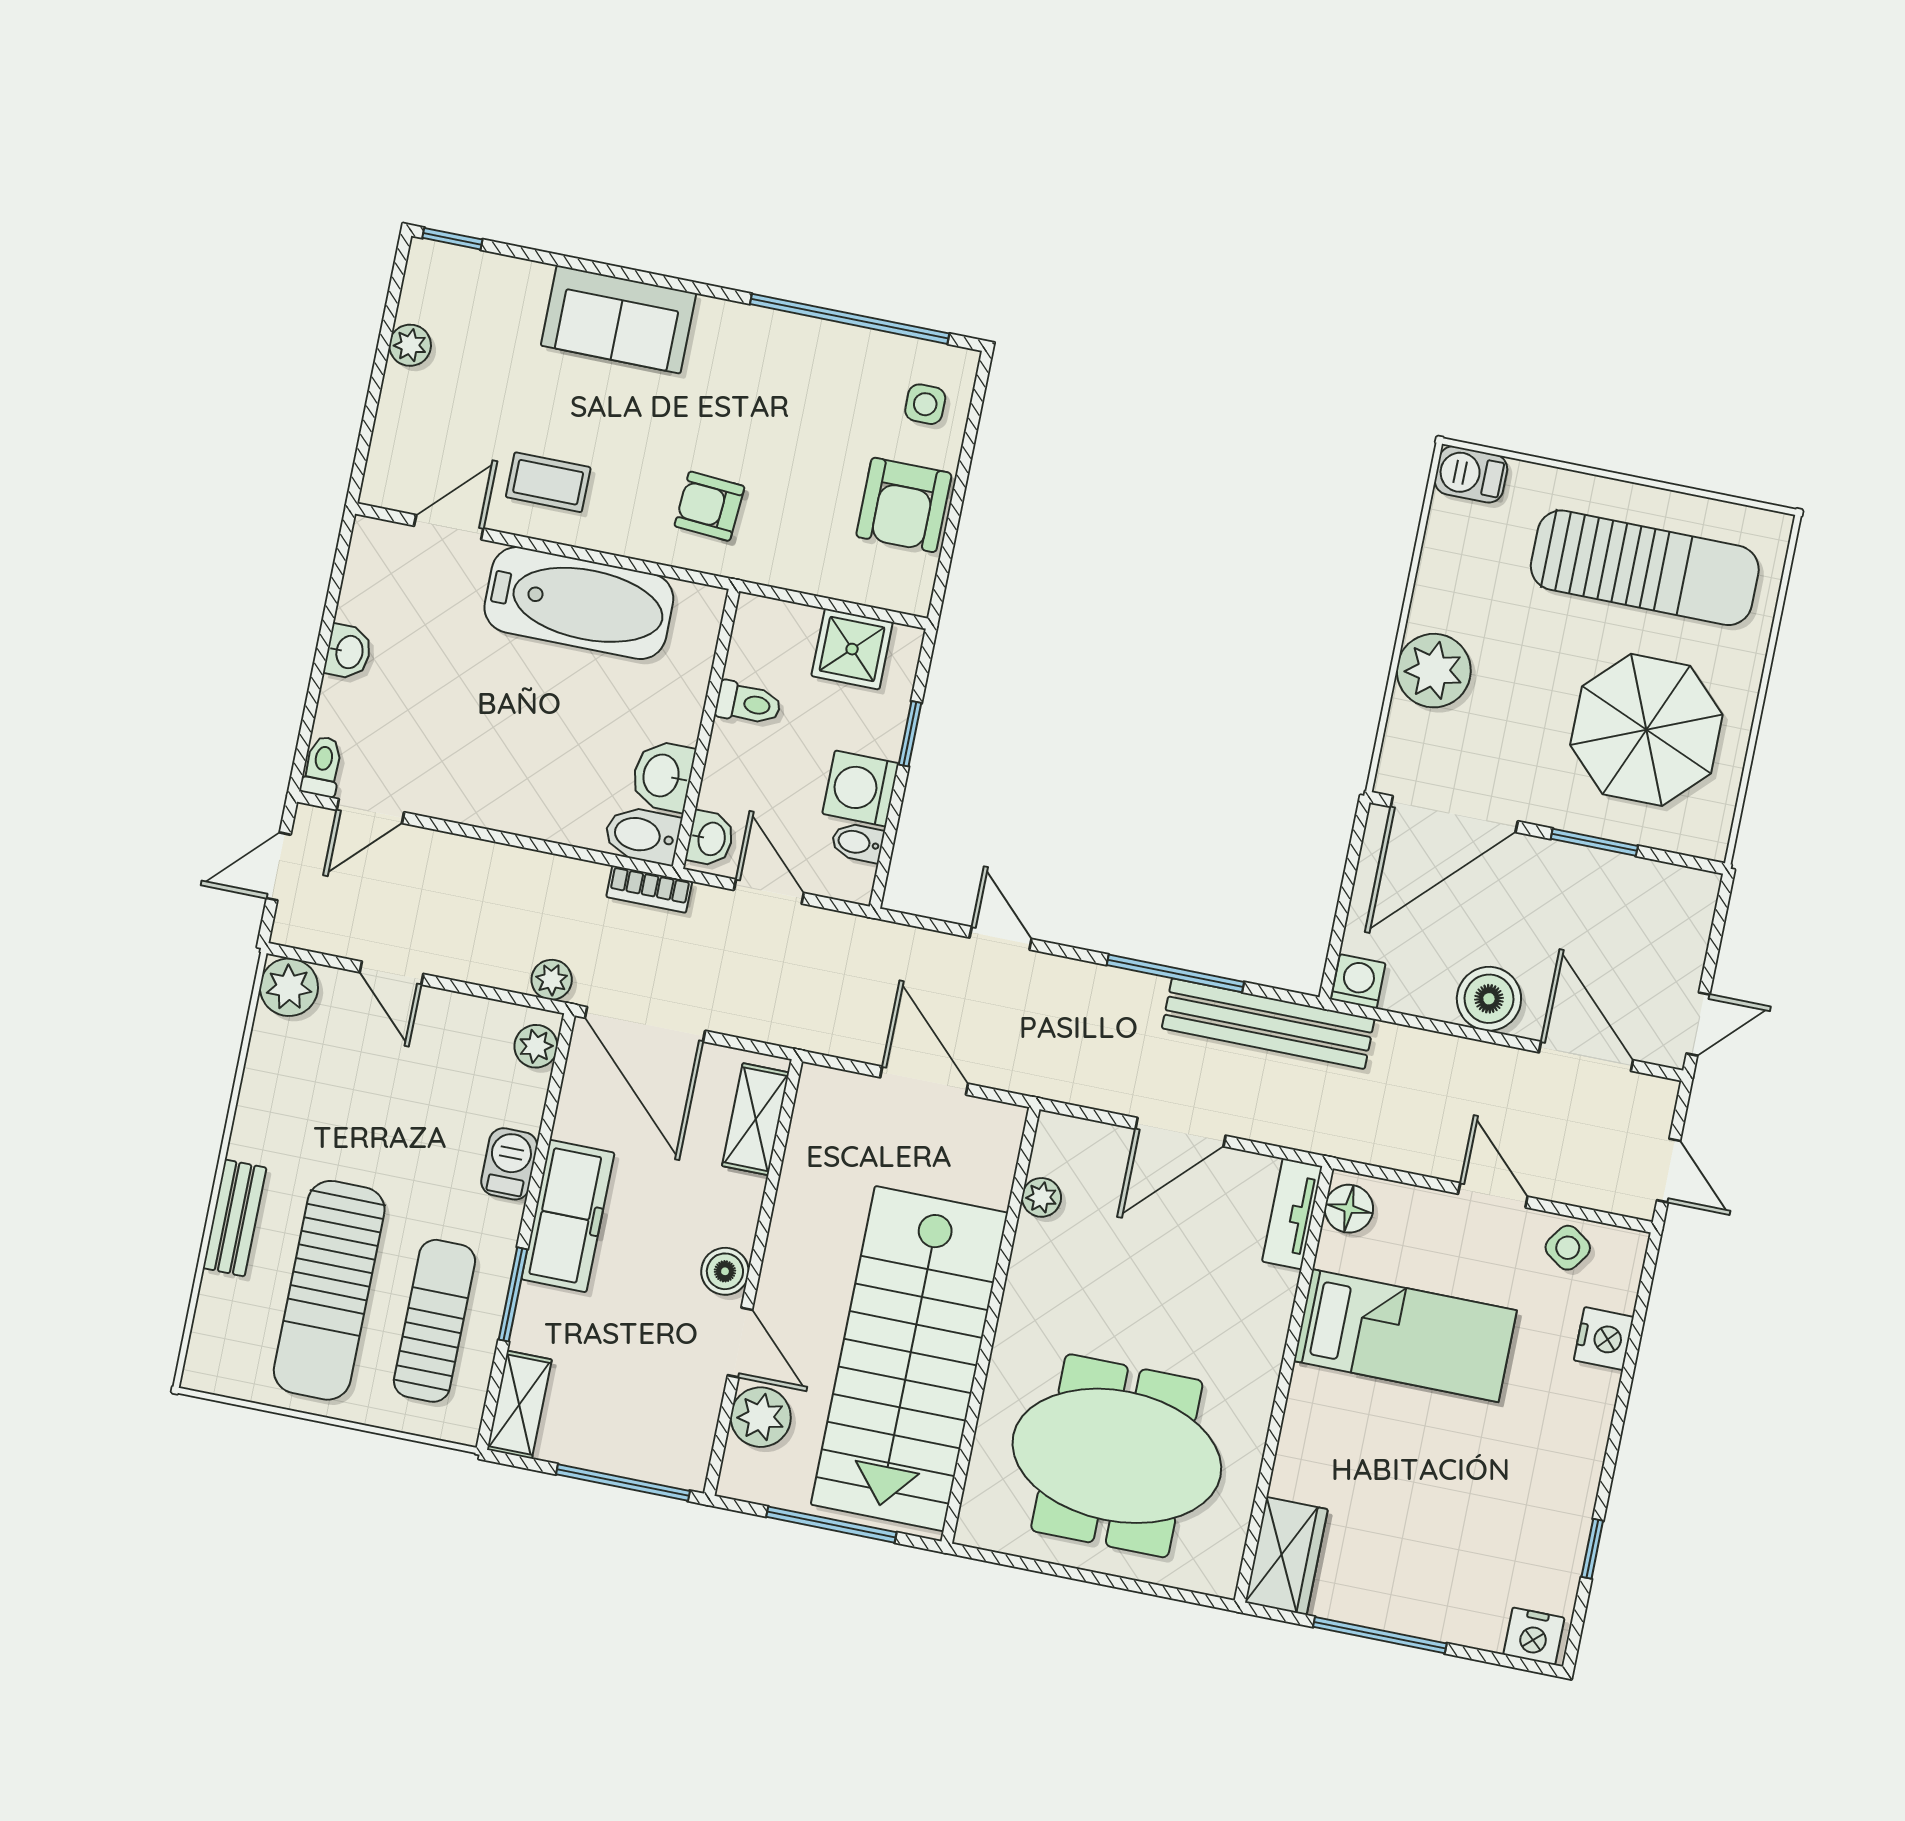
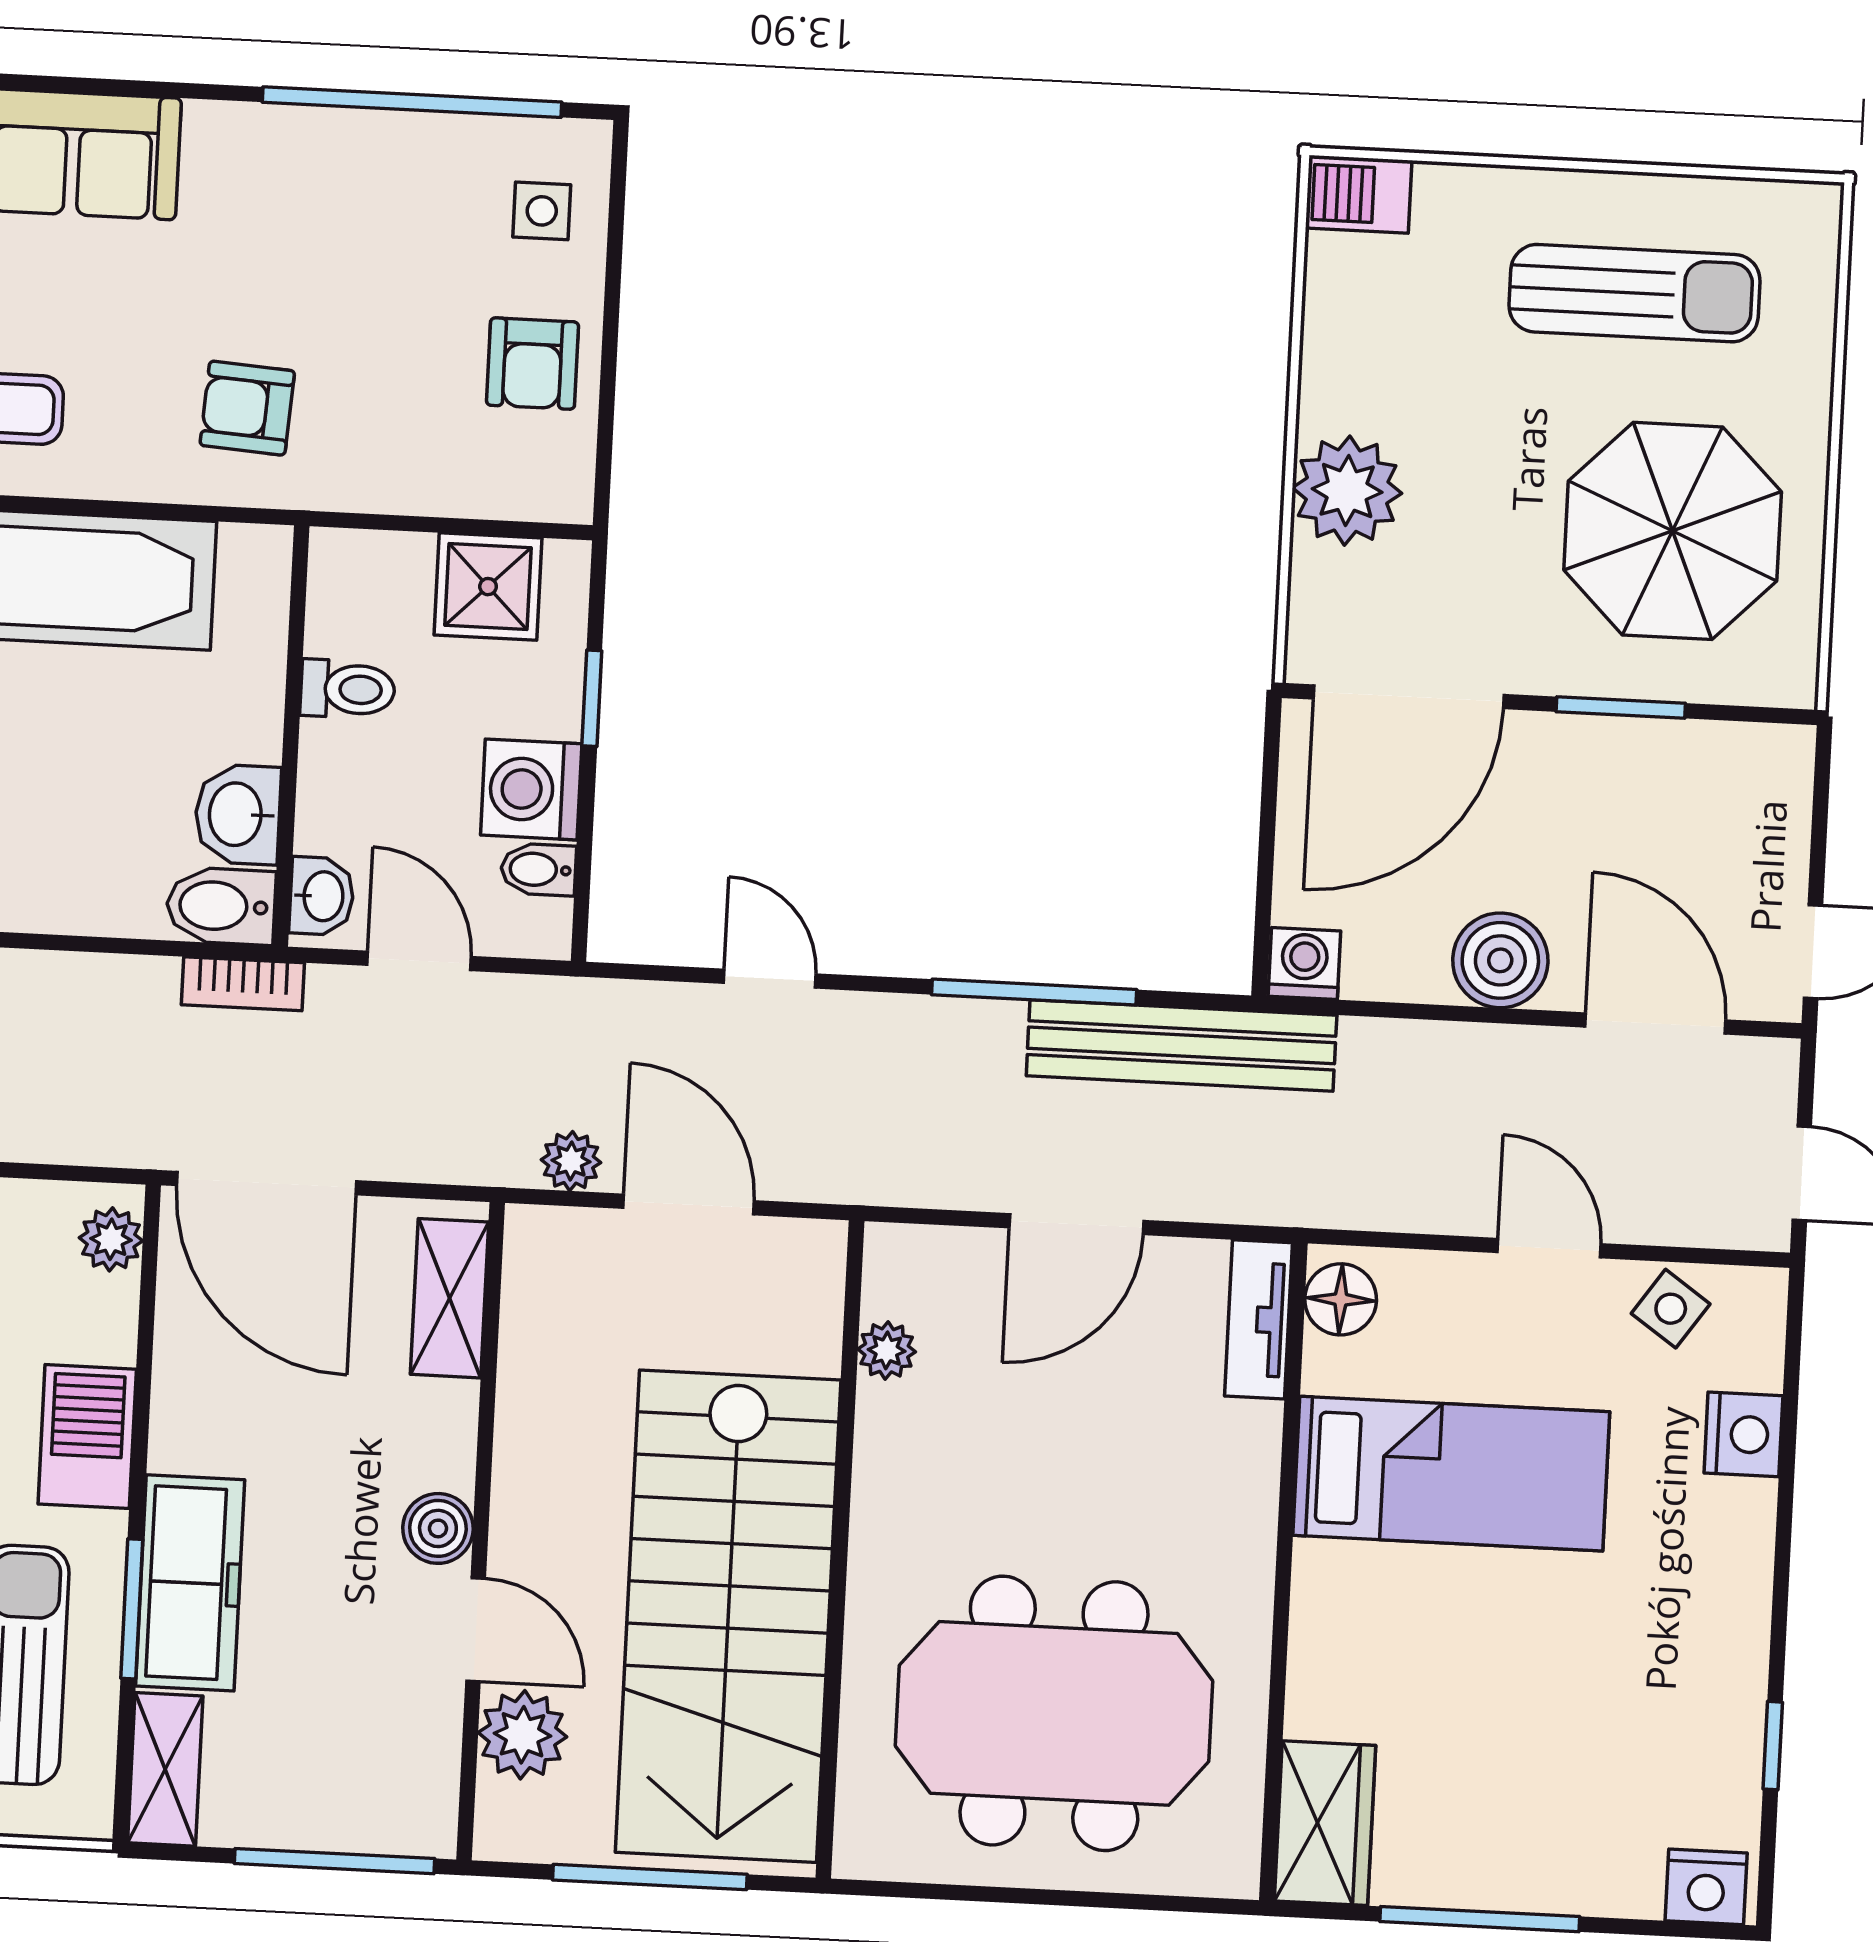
armchair: (904, 505) -> (533, 364), width x0.72, depth x0.72
sun lounger: (1645, 568) -> (1635, 293), width x0.73, depth x0.75
plant: (552, 980) -> (571, 1161), moved
barbecue: (509, 1164) -> (87, 1437), width x1.38, depth x1.27
freezer: (568, 1216) -> (190, 1583), moved

